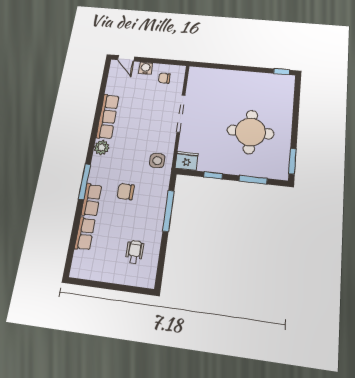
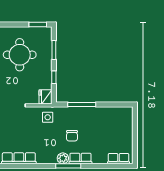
plant: (102, 147) -> (63, 158), moved
row of seats: (85, 234) -> (119, 159), moved
wheelchair: (135, 252) -> (111, 123), removed

